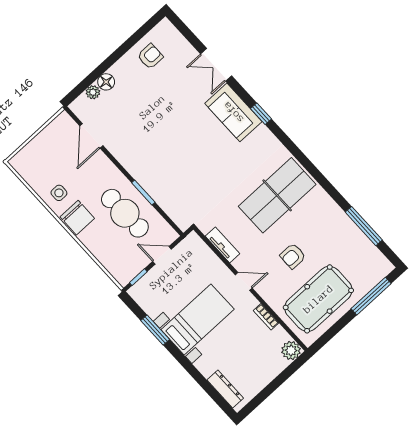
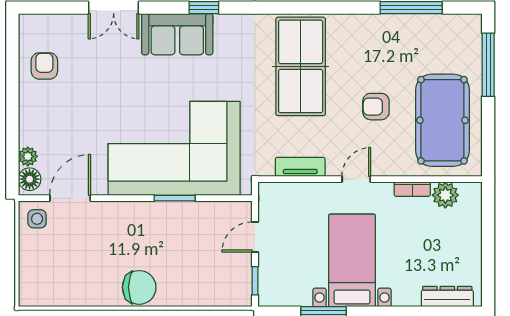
floor lamp: (106, 82) -> (30, 179), moved
door: (91, 136) -> (70, 198), swing flipped
corner sofa: (170, 167) -> (174, 148), added
side table: (59, 193) -> (37, 219), moved
cafe table: (125, 213) -> (179, 236), removed
armchair: (293, 256) -> (376, 107), turned 90
plant: (291, 350) -> (445, 195), moved

